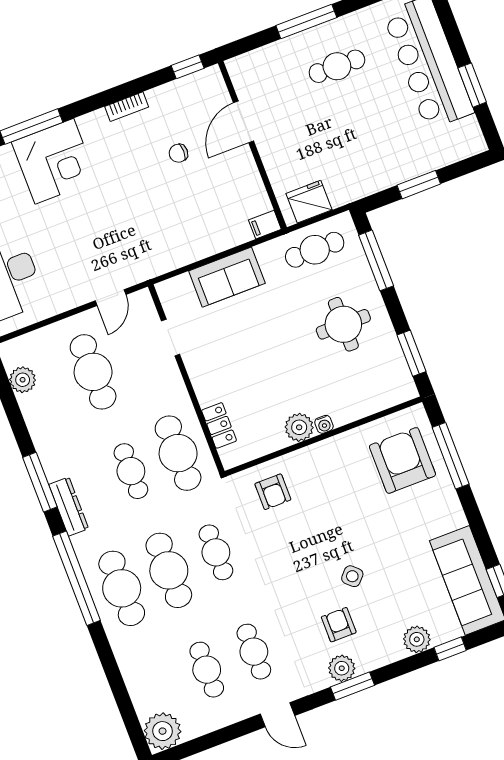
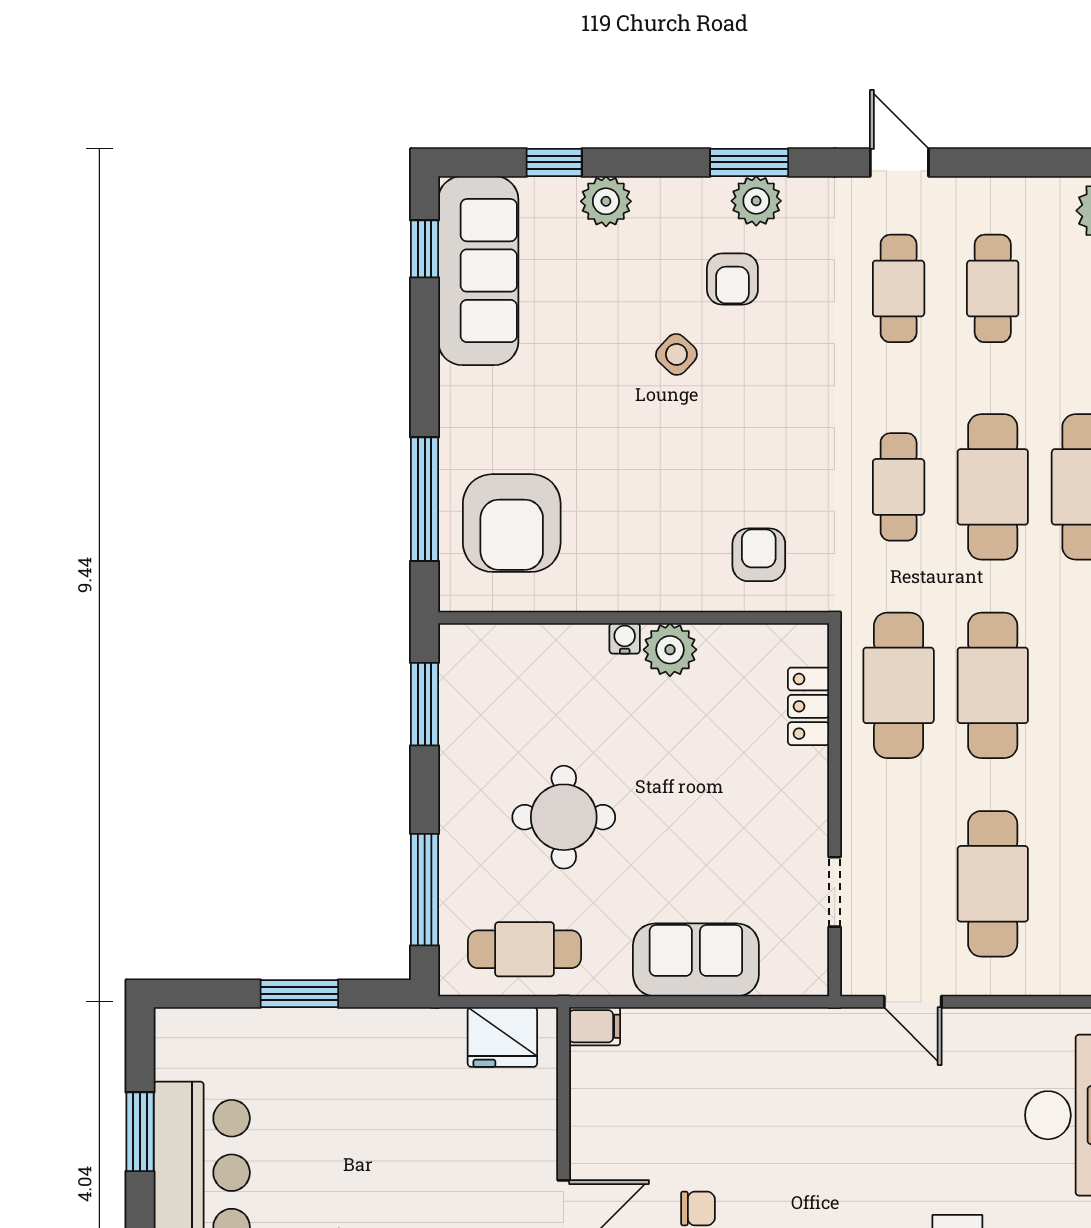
door: (111, 298) -> (913, 1002), swing flipped
round table: (343, 324) -> (564, 817), moved
cafe table: (131, 471) -> (993, 685), width x1.37, depth x1.35

